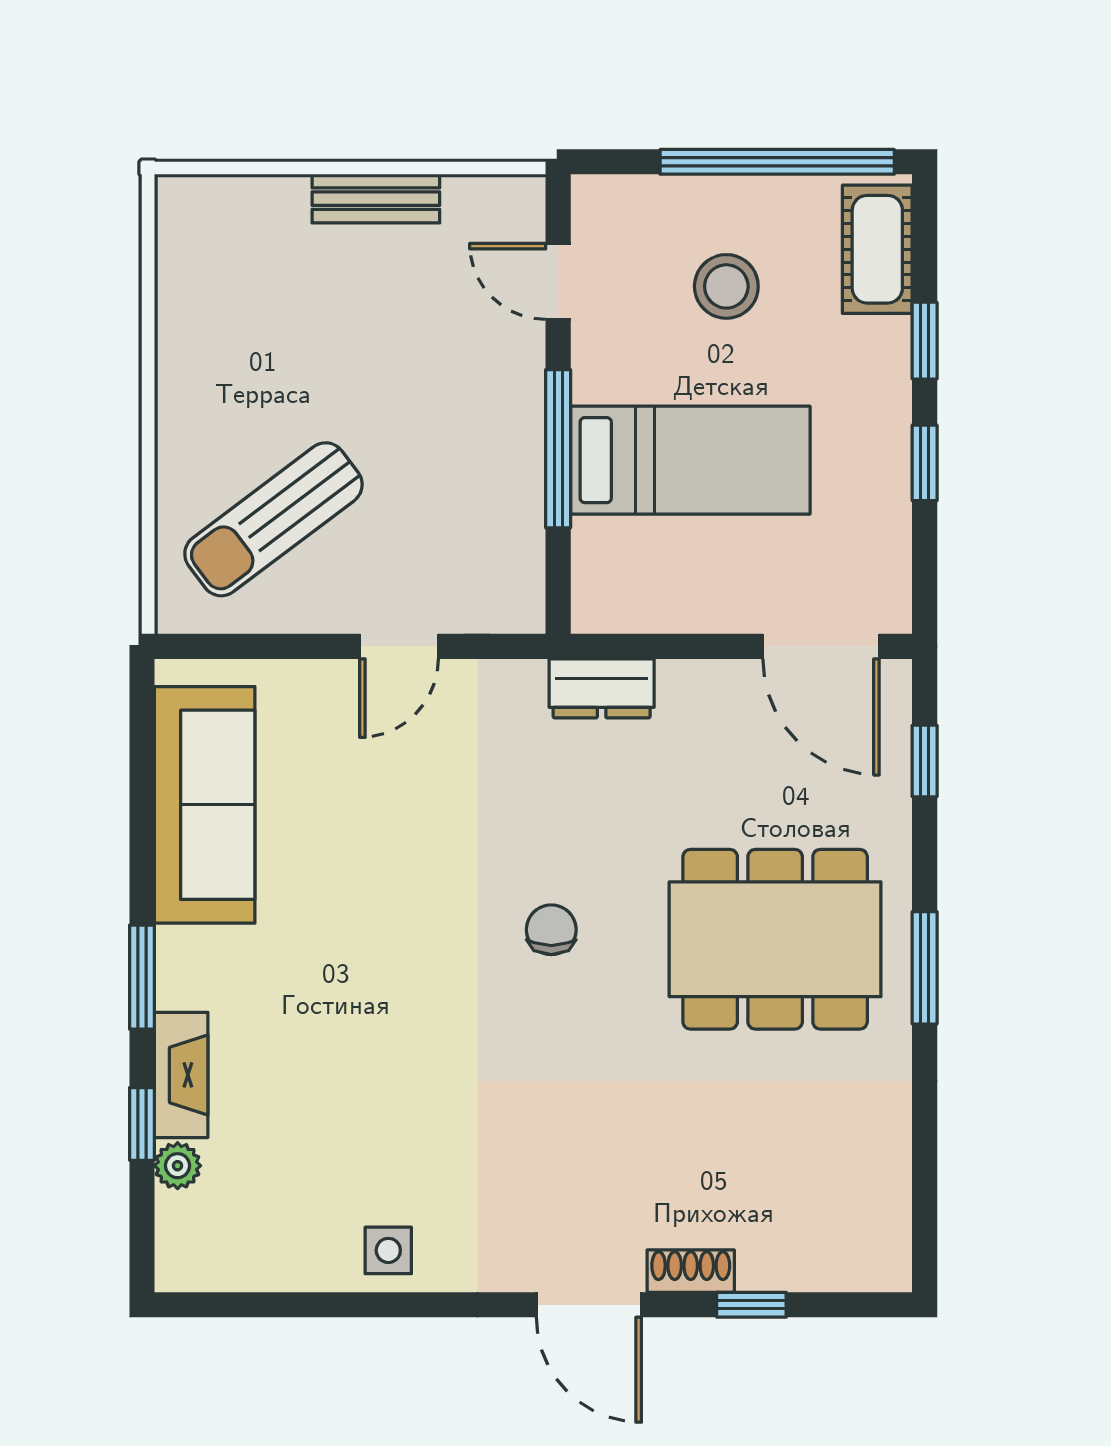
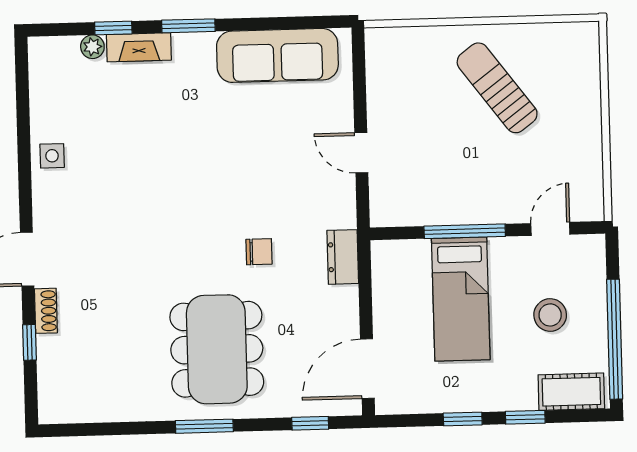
bench: (376, 199) -> (590, 134), removed
sun lounger: (273, 519) -> (497, 88), moved
chair: (551, 930) -> (259, 252), moved

